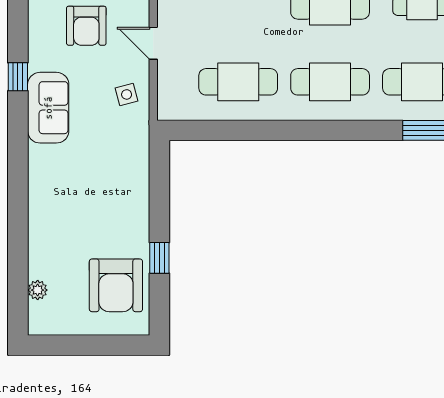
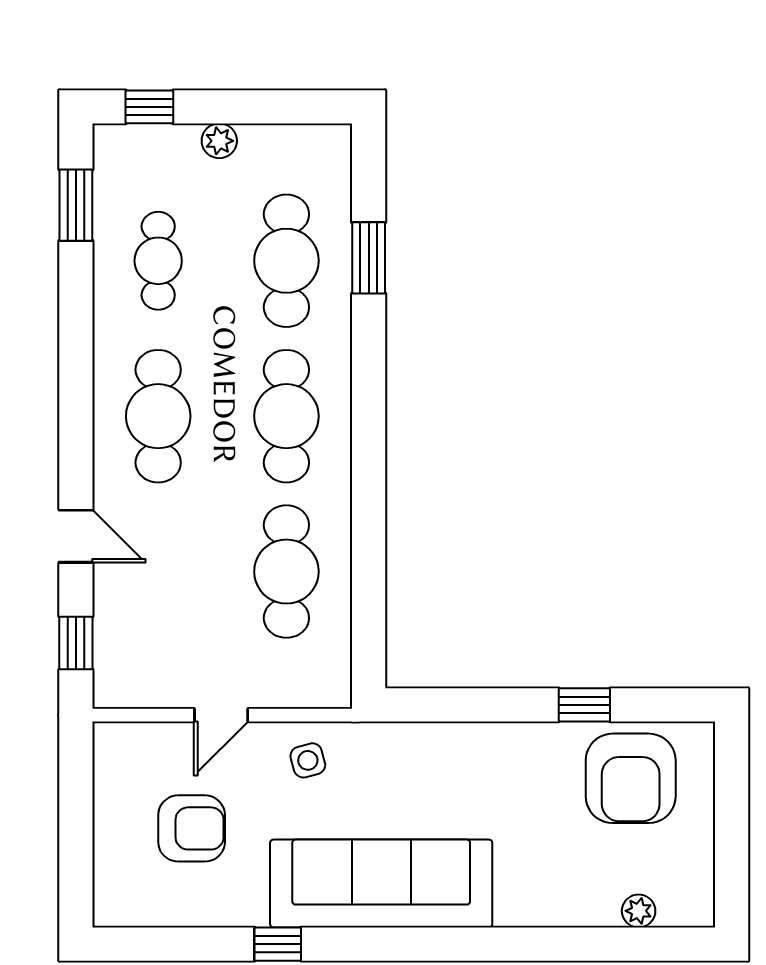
sofa: (48, 108) -> (381, 884), width x1.85, depth x1.27
armchair: (116, 285) -> (631, 778), turned 90

